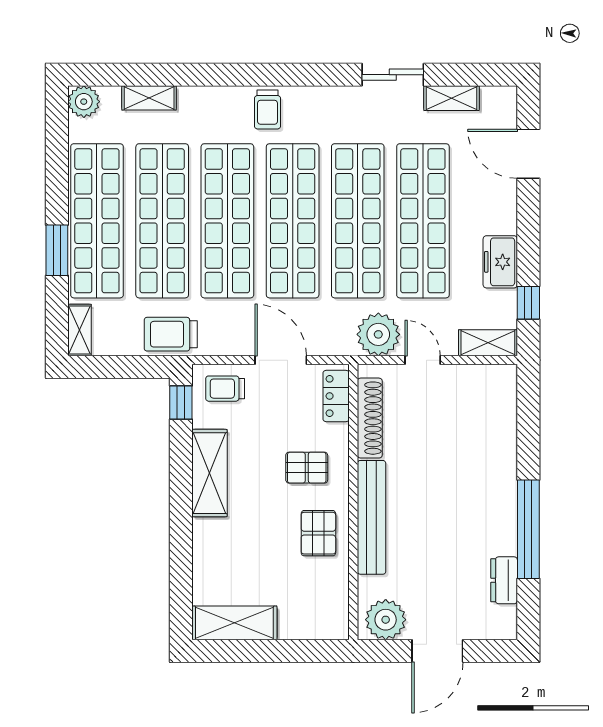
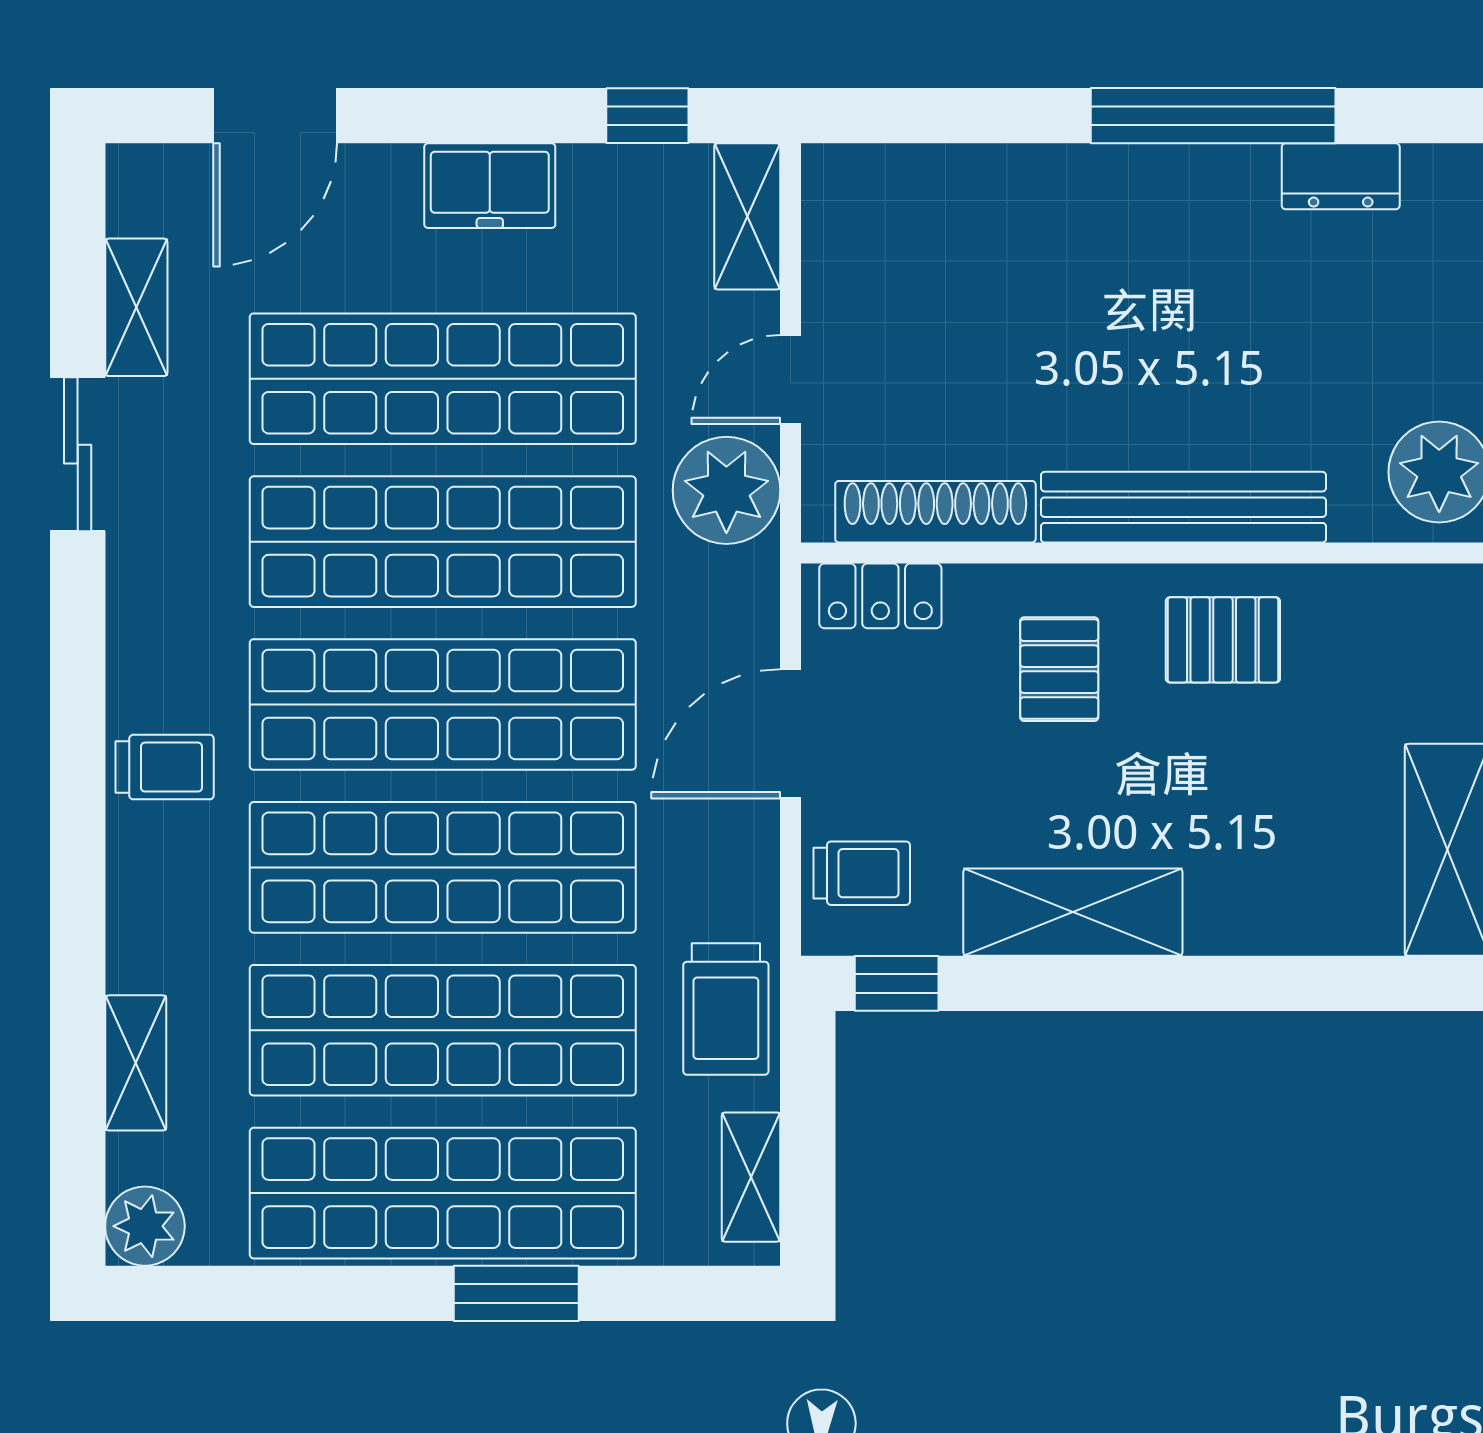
freezer: (500, 262) -> (490, 186), moved
shelving: (80, 330) -> (751, 1177), moved, turned 90
trolley: (225, 389) -> (862, 873), turned -90

